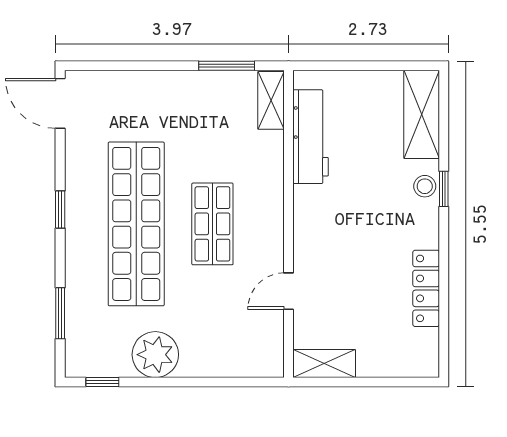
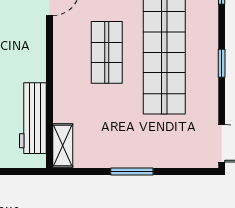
window: (227, 66) -> (132, 172), moved

